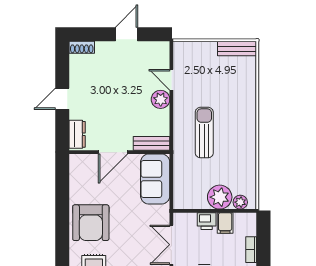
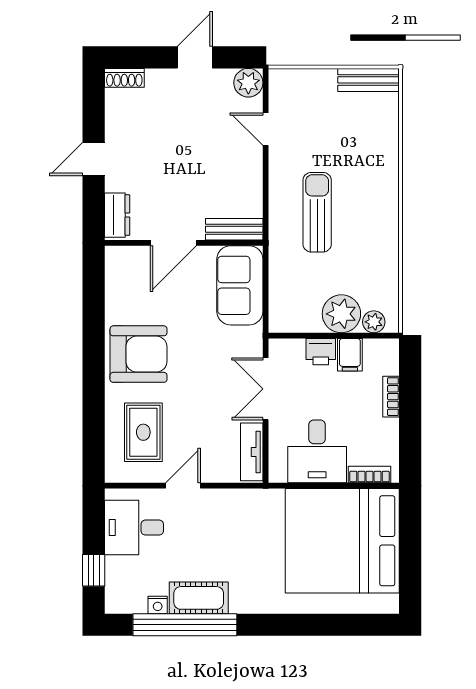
plant: (161, 99) -> (248, 83), moved
armchair: (91, 223) -> (138, 354), turned -90

